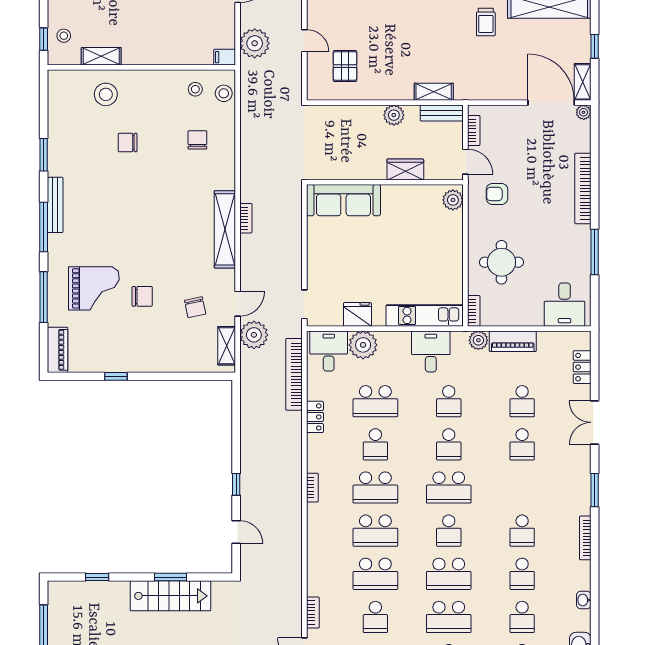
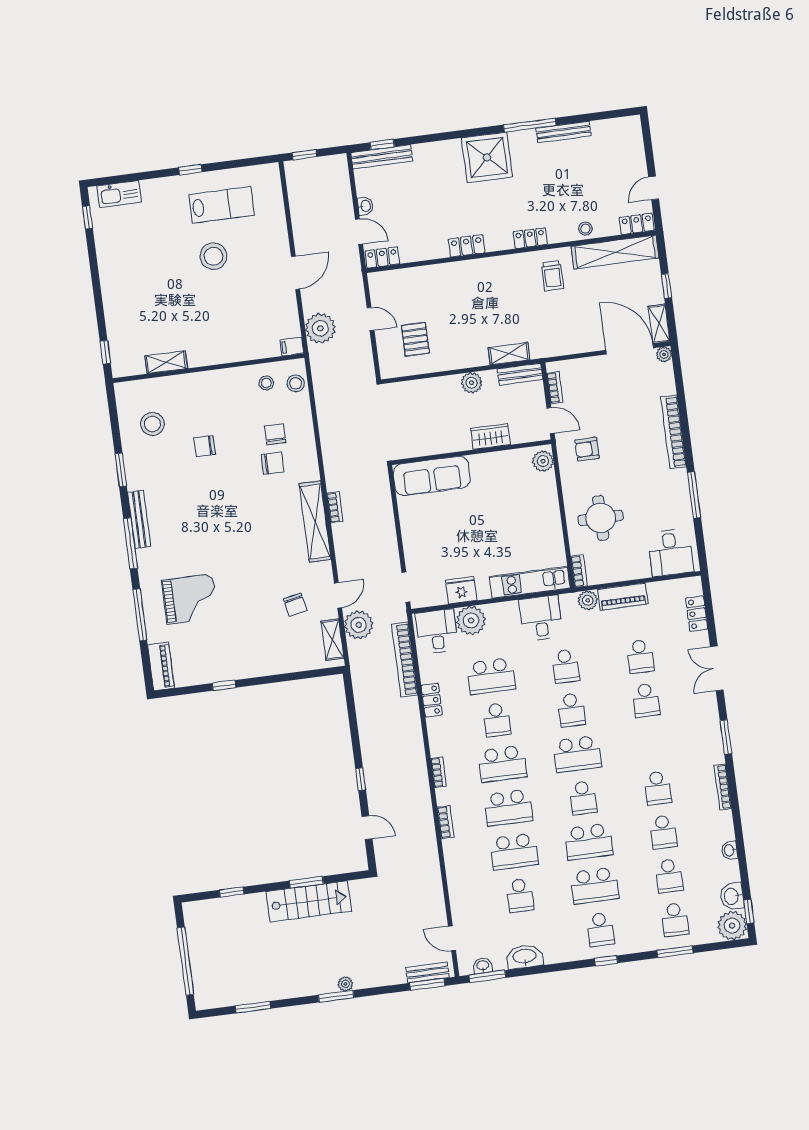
stool: (64, 36) -> (125, 346), removed
stool: (106, 94) -> (152, 424), moved
chair: (142, 296) -> (273, 463), moved
bookcase: (313, 613) -> (446, 822), moved

